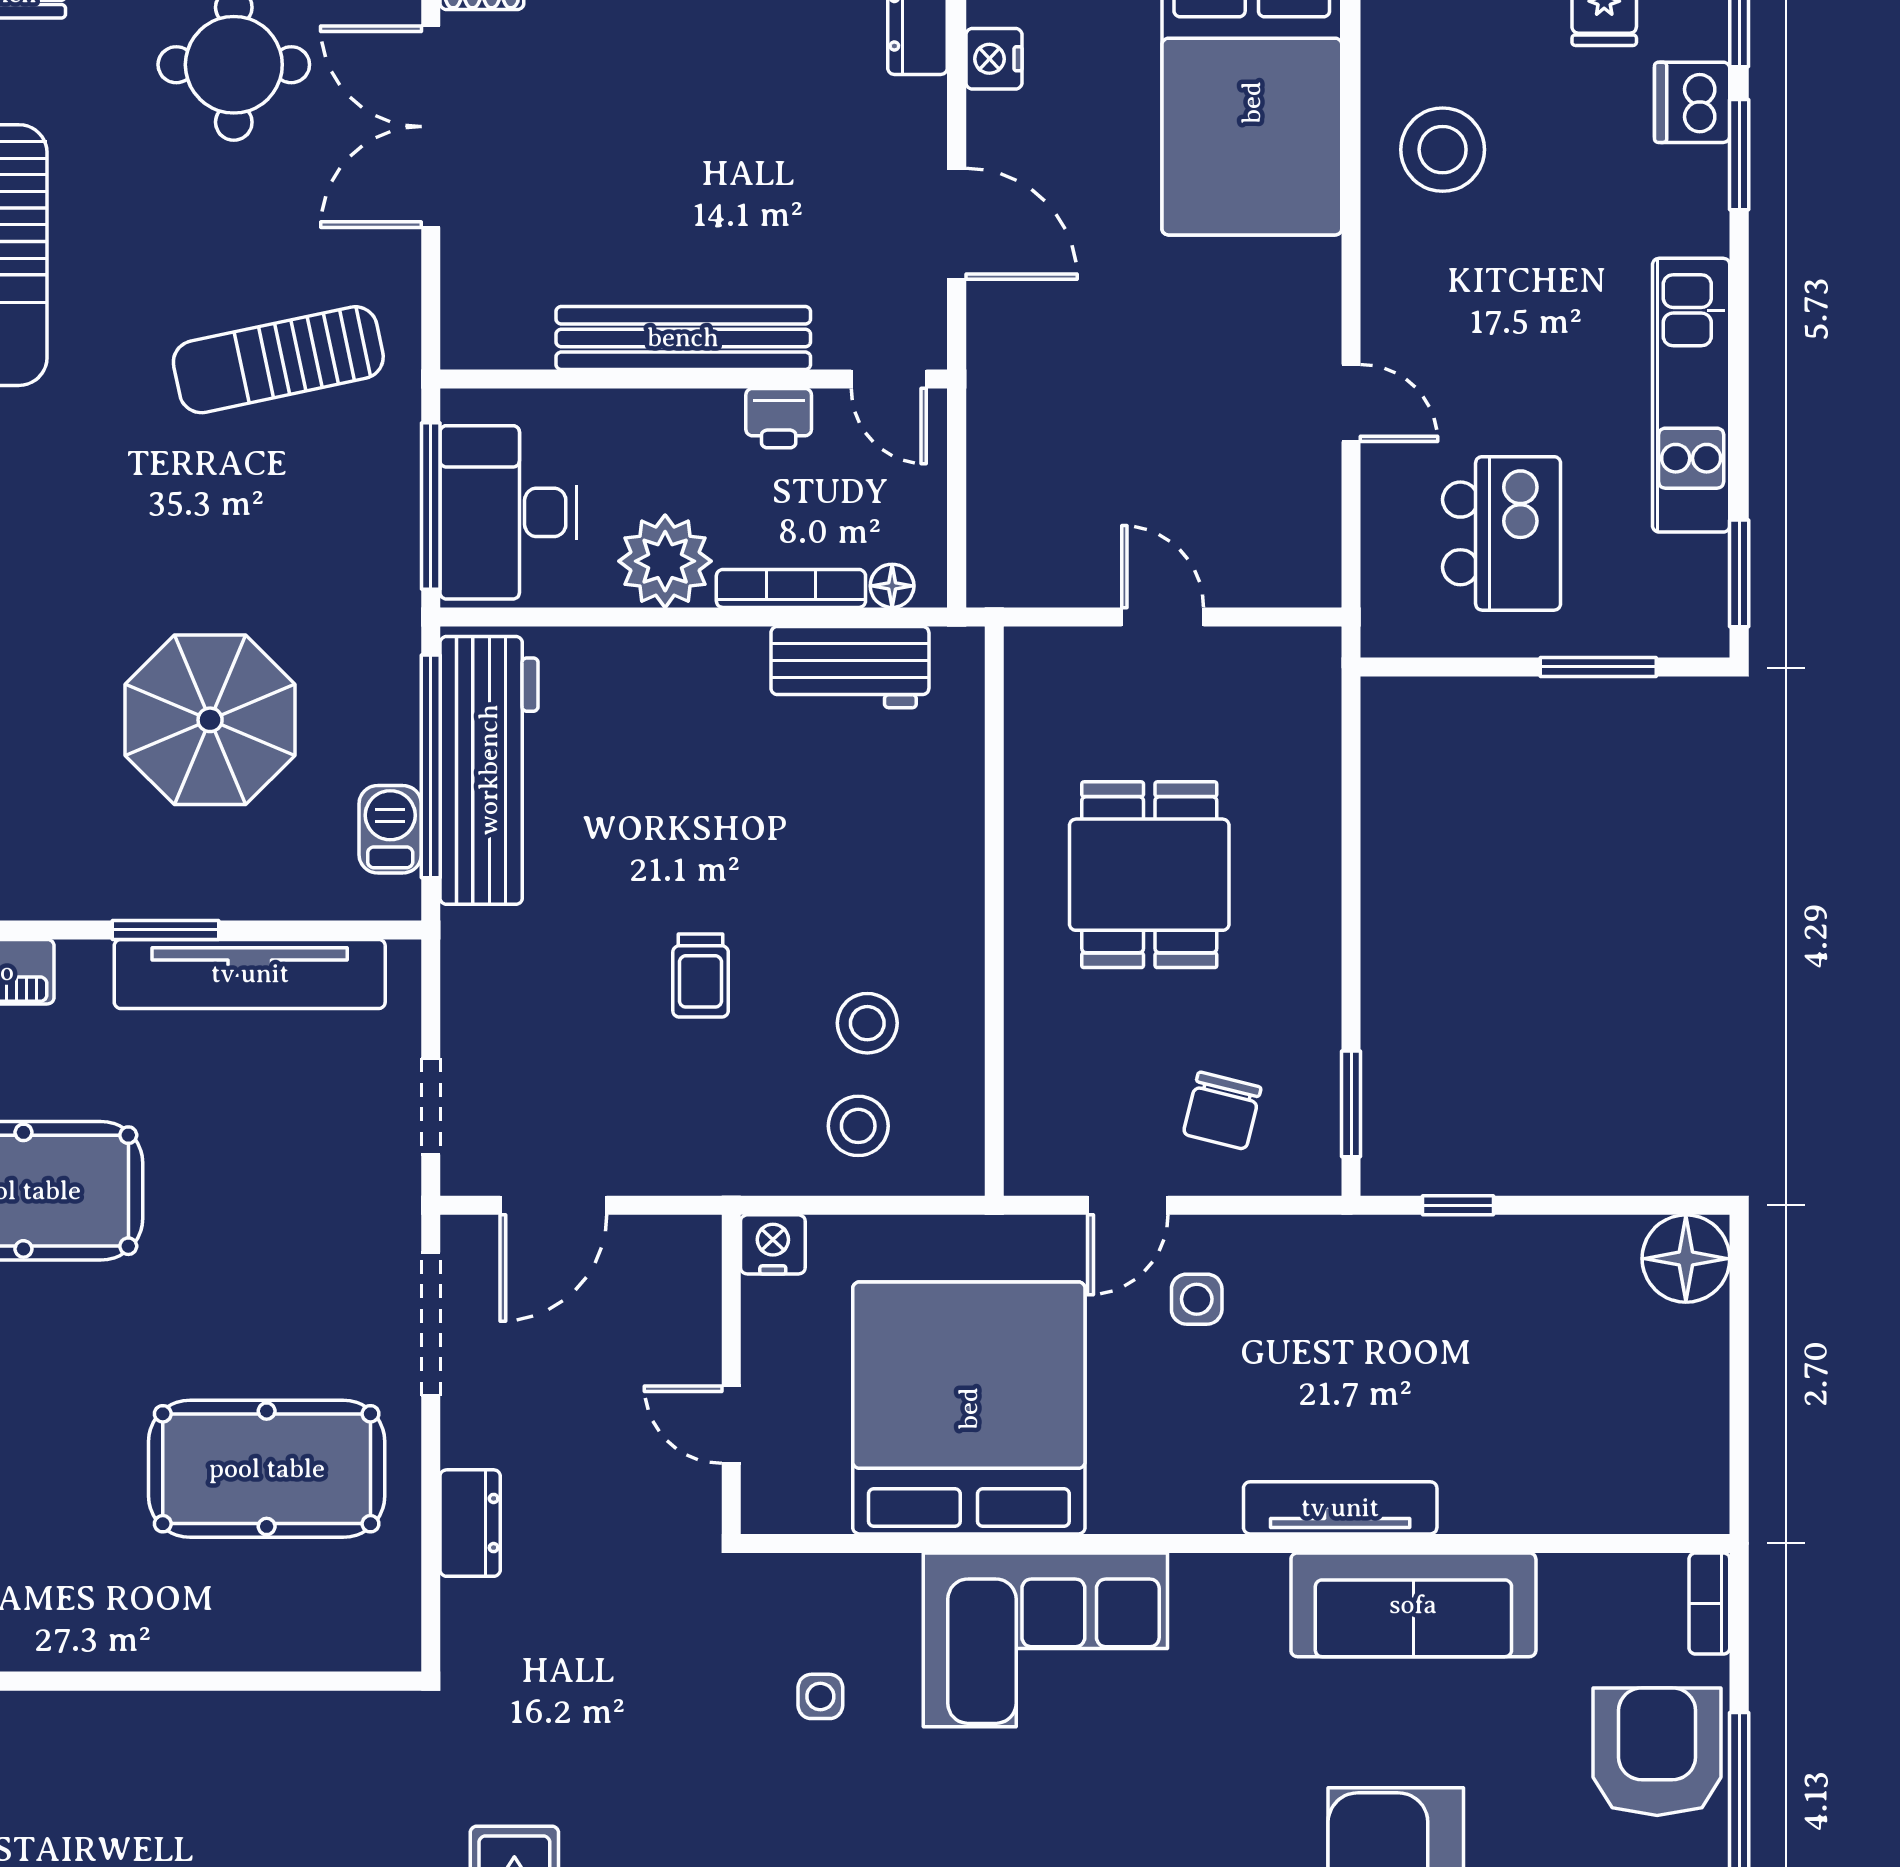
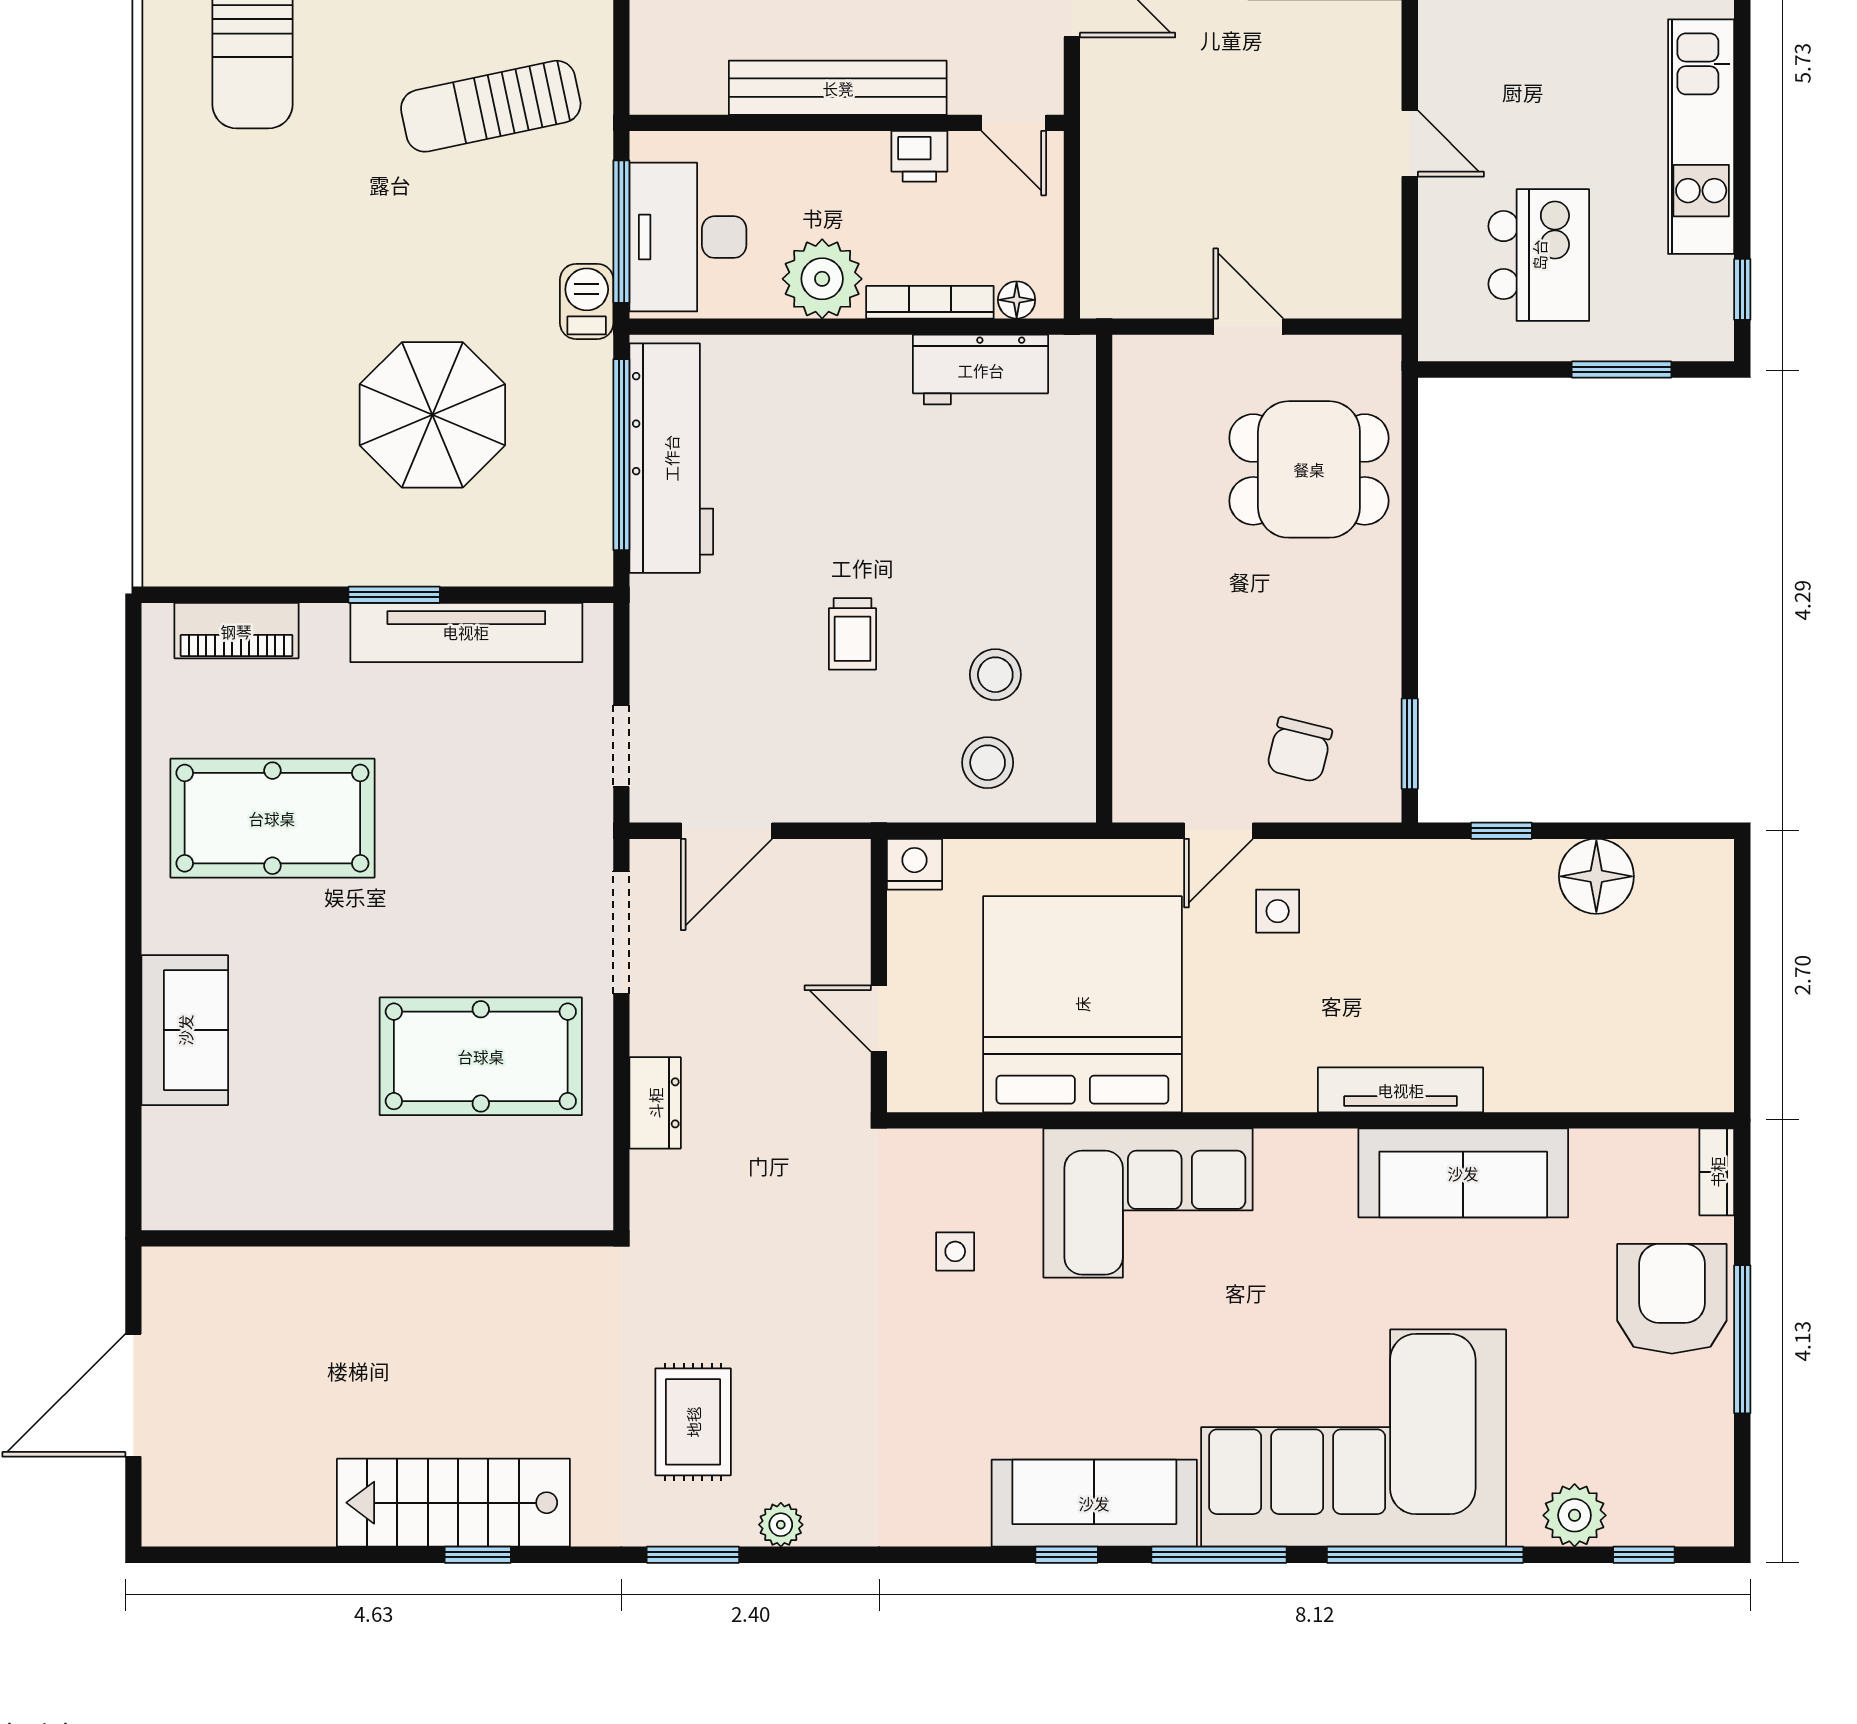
window: (1739, 573) -> (1742, 289), width x0.67
barbecue: (390, 829) -> (587, 301), moved
dining table: (1149, 875) -> (1309, 469), moved, turned 90
floor lamp: (1686, 1259) -> (1596, 876), moved

